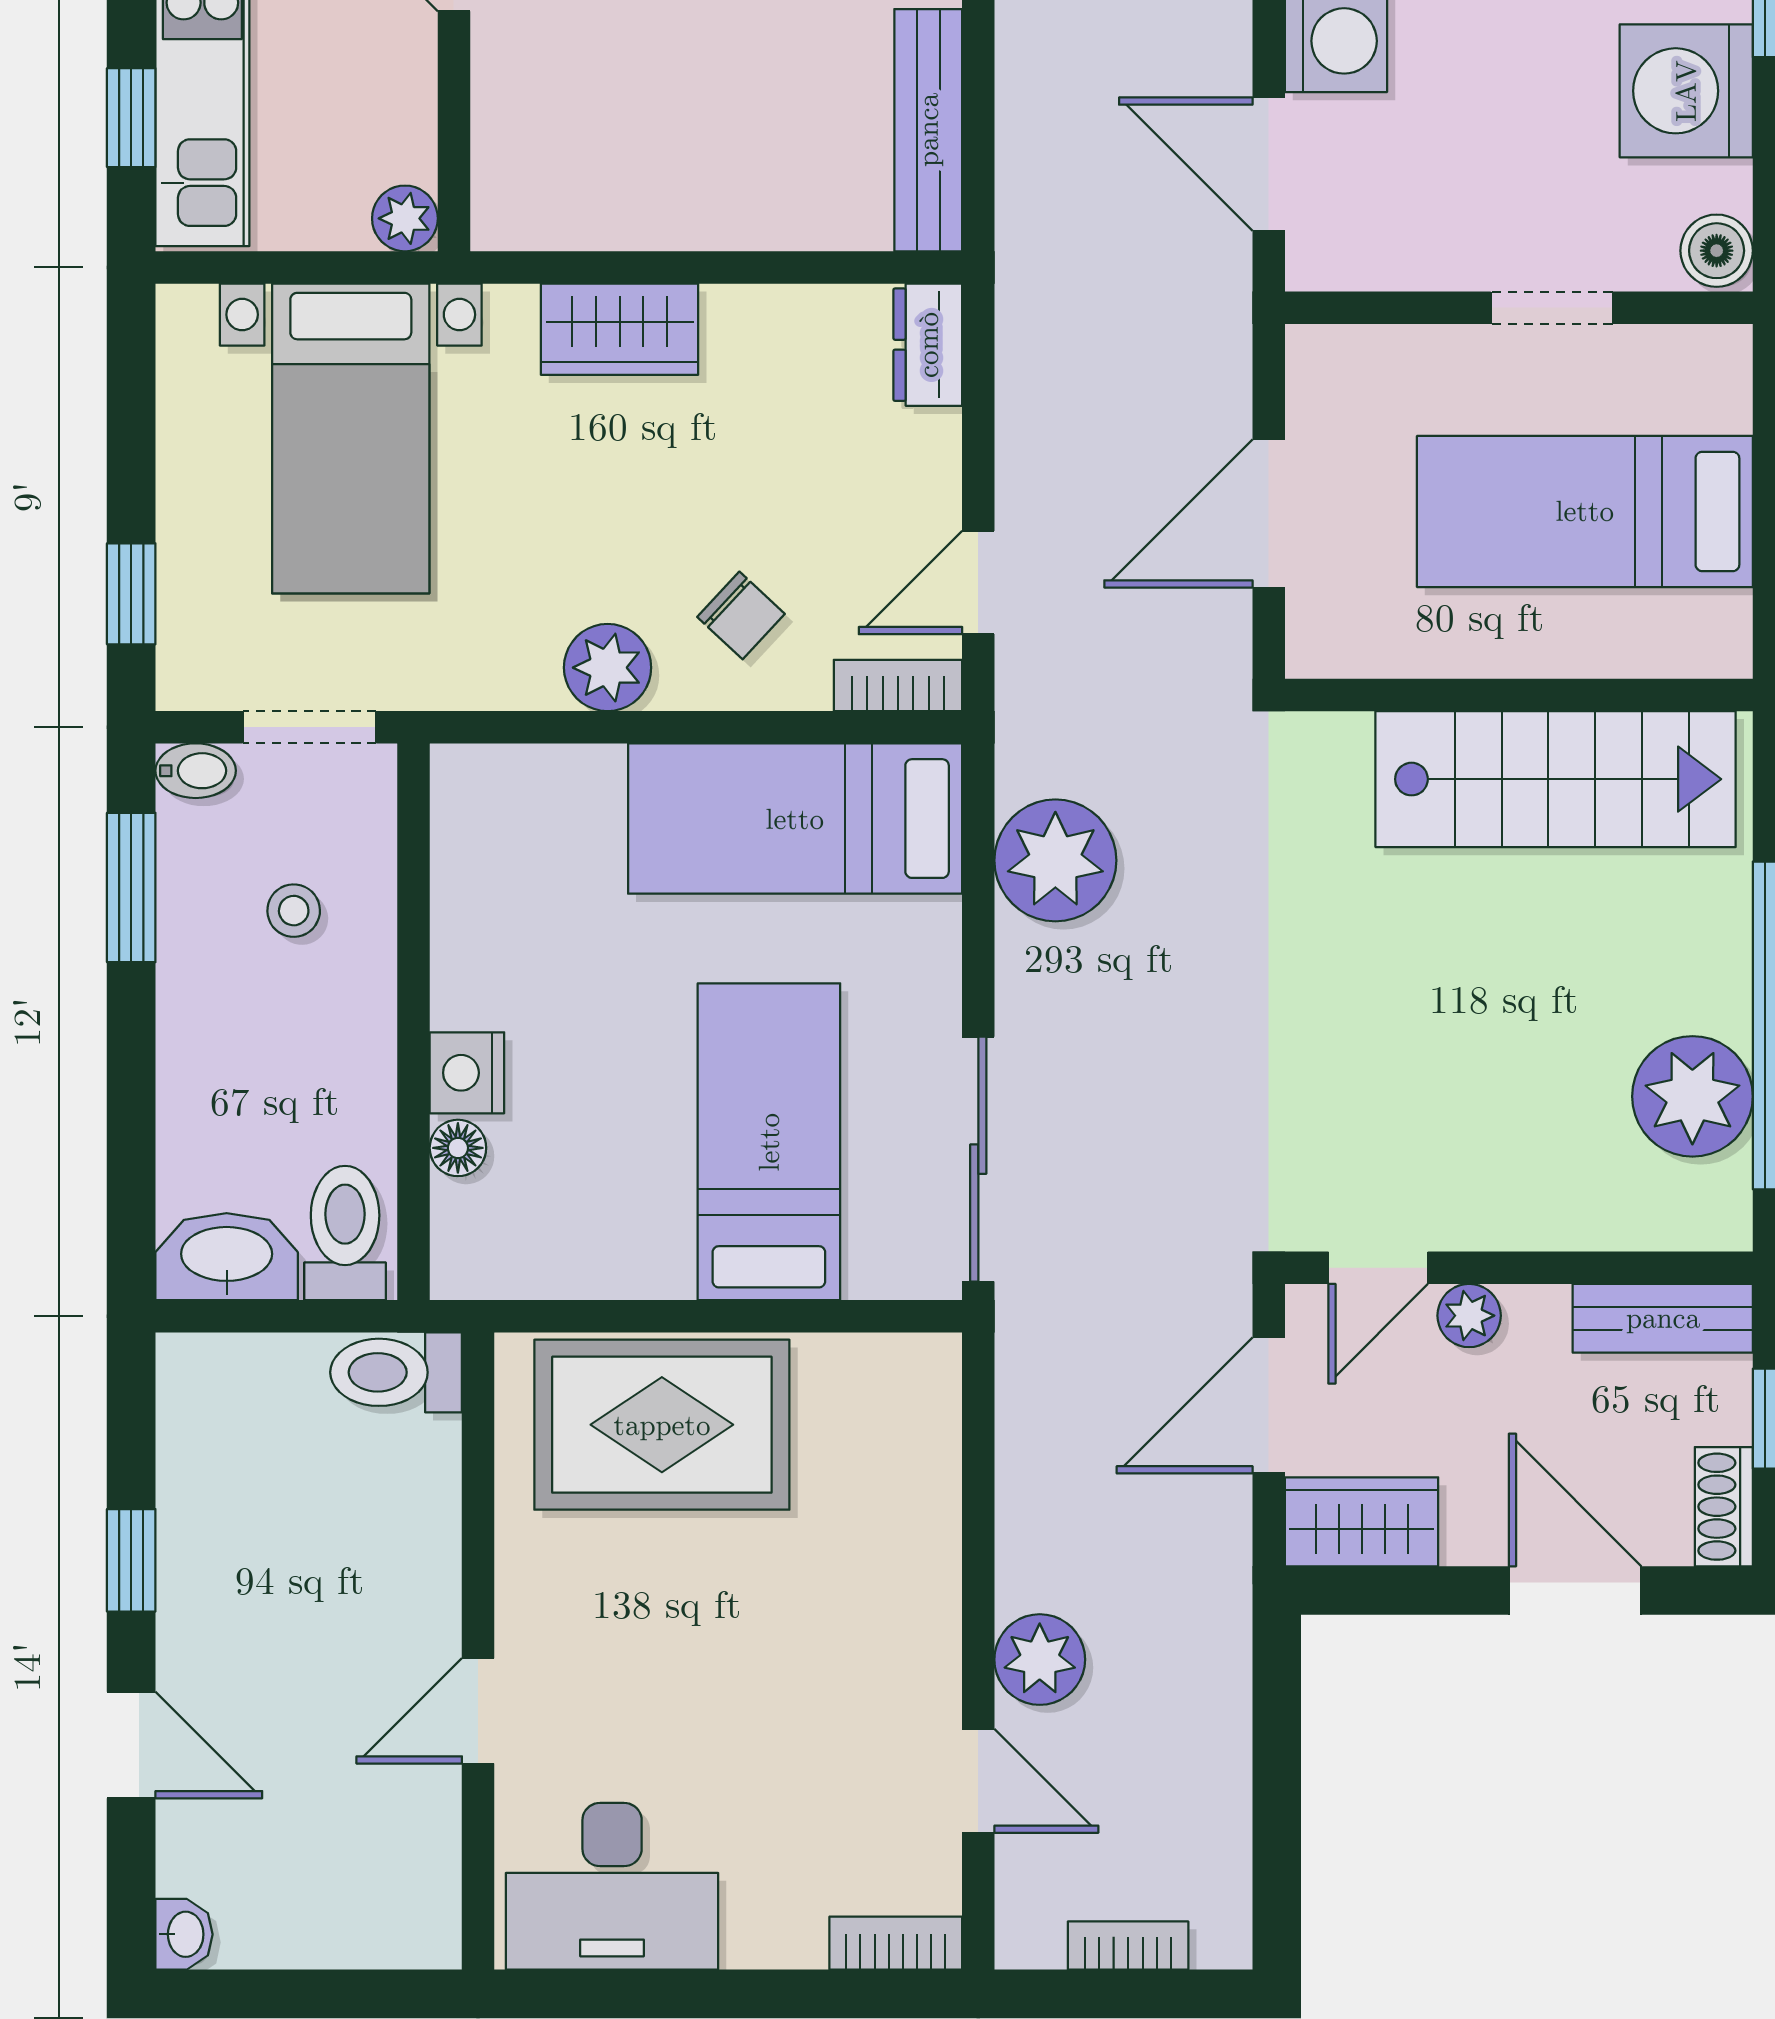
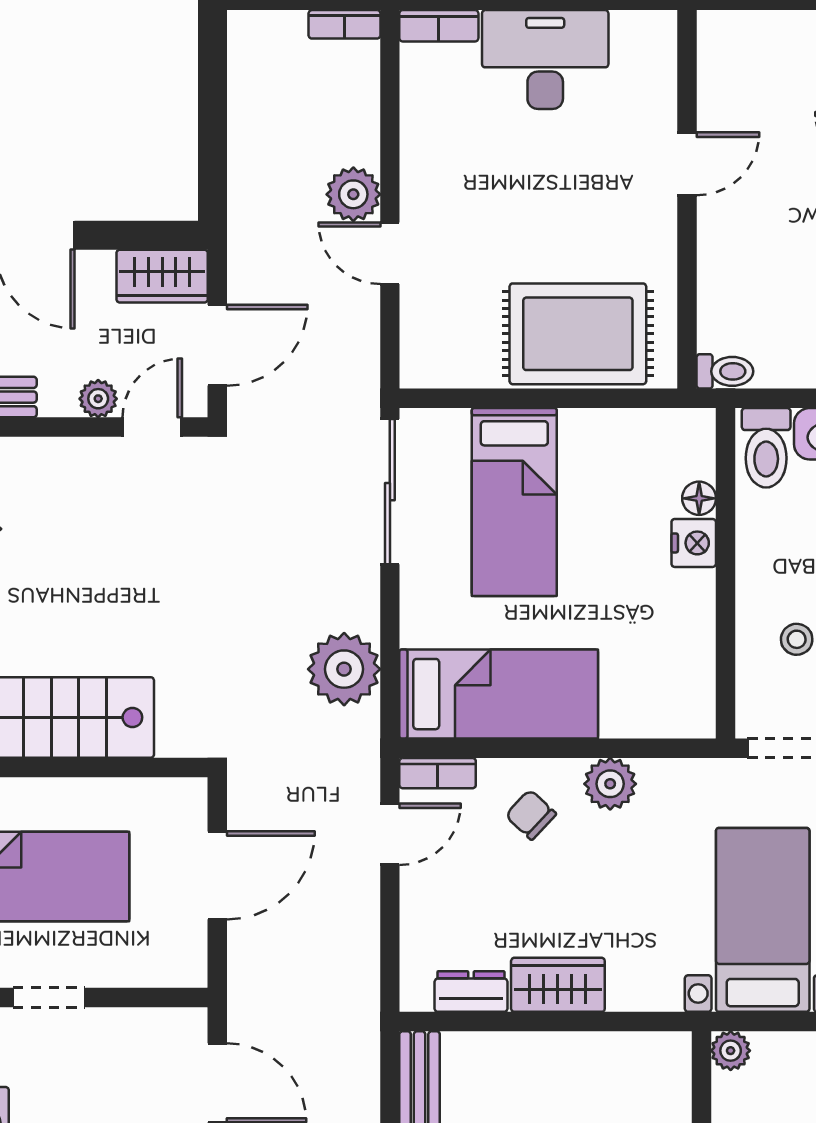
wardrobe: (620, 329) -> (558, 985), moved
dresser: (928, 345) -> (471, 991), moved, turned -90
toilet: (396, 1372) -> (725, 371), width x0.73, depth x0.72
door: (978, 1781) -> (390, 253), moved
desk: (612, 1886) -> (545, 60), moved
bookcase: (1128, 1946) -> (344, 24), moved

